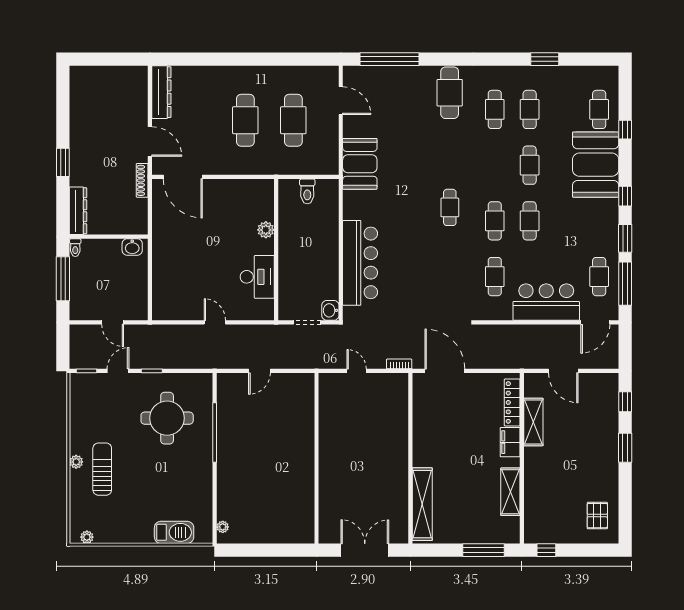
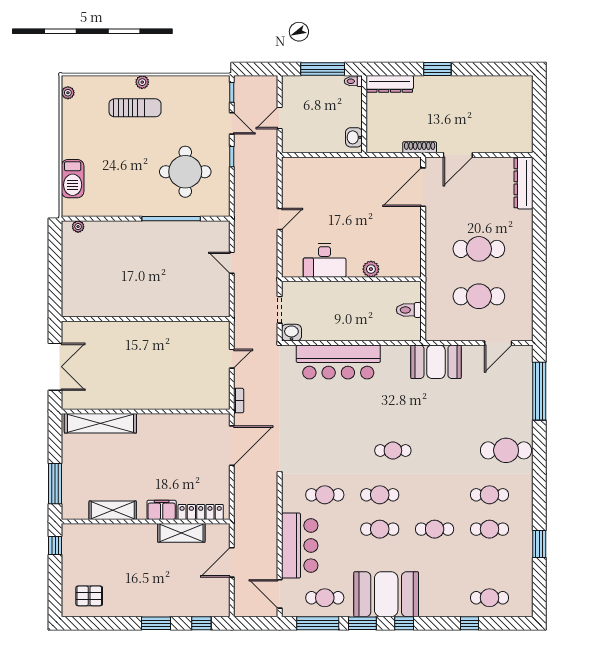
dresser: (161, 92) -> (523, 183), moved, turned 90
booth: (596, 165) -> (386, 594), moved

